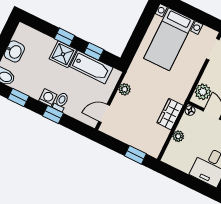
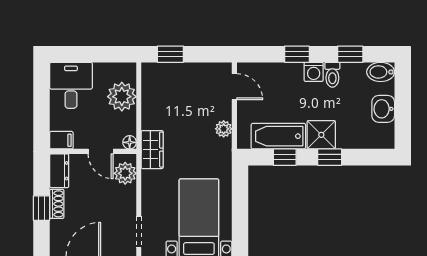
toilet: (61, 102) -> (332, 75), moved
door: (104, 113) -> (234, 87), hinge flipped
wardrobe: (170, 114) -> (152, 150), moved
plant: (178, 136) -> (122, 97), width x1.87, depth x1.87

